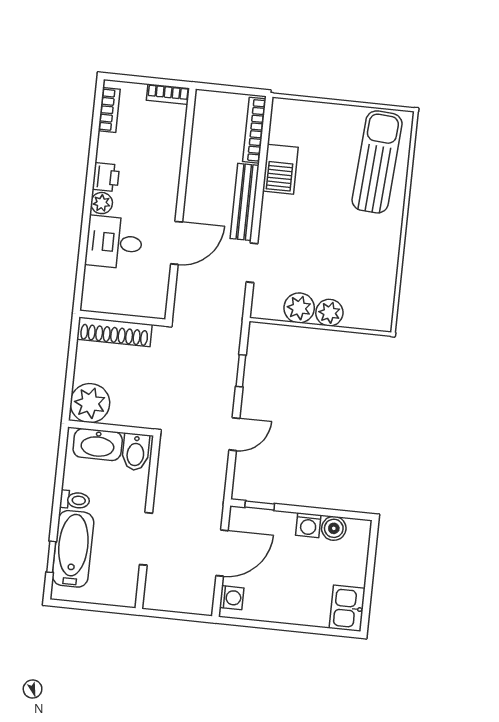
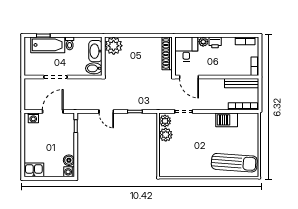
bench: (245, 202) -> (242, 83), moved
plant: (329, 313) -> (165, 121), moved
wall: (122, 318) -> (174, 56), moved
shoe rack: (114, 332) -> (167, 53), moved
washing machine: (308, 525) -> (69, 172), moved
door: (222, 553) -> (53, 112), swing flipped

